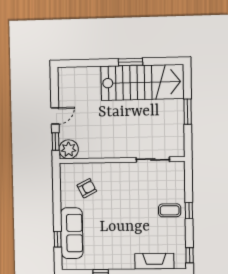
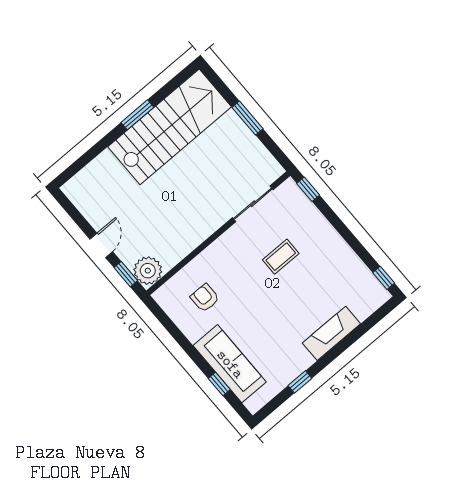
armchair: (87, 188) -> (205, 298), turned -63
coffee table: (170, 210) -> (281, 257), moved
window: (189, 211) -> (308, 189), moved
fireplace: (154, 261) -> (331, 333), moved

